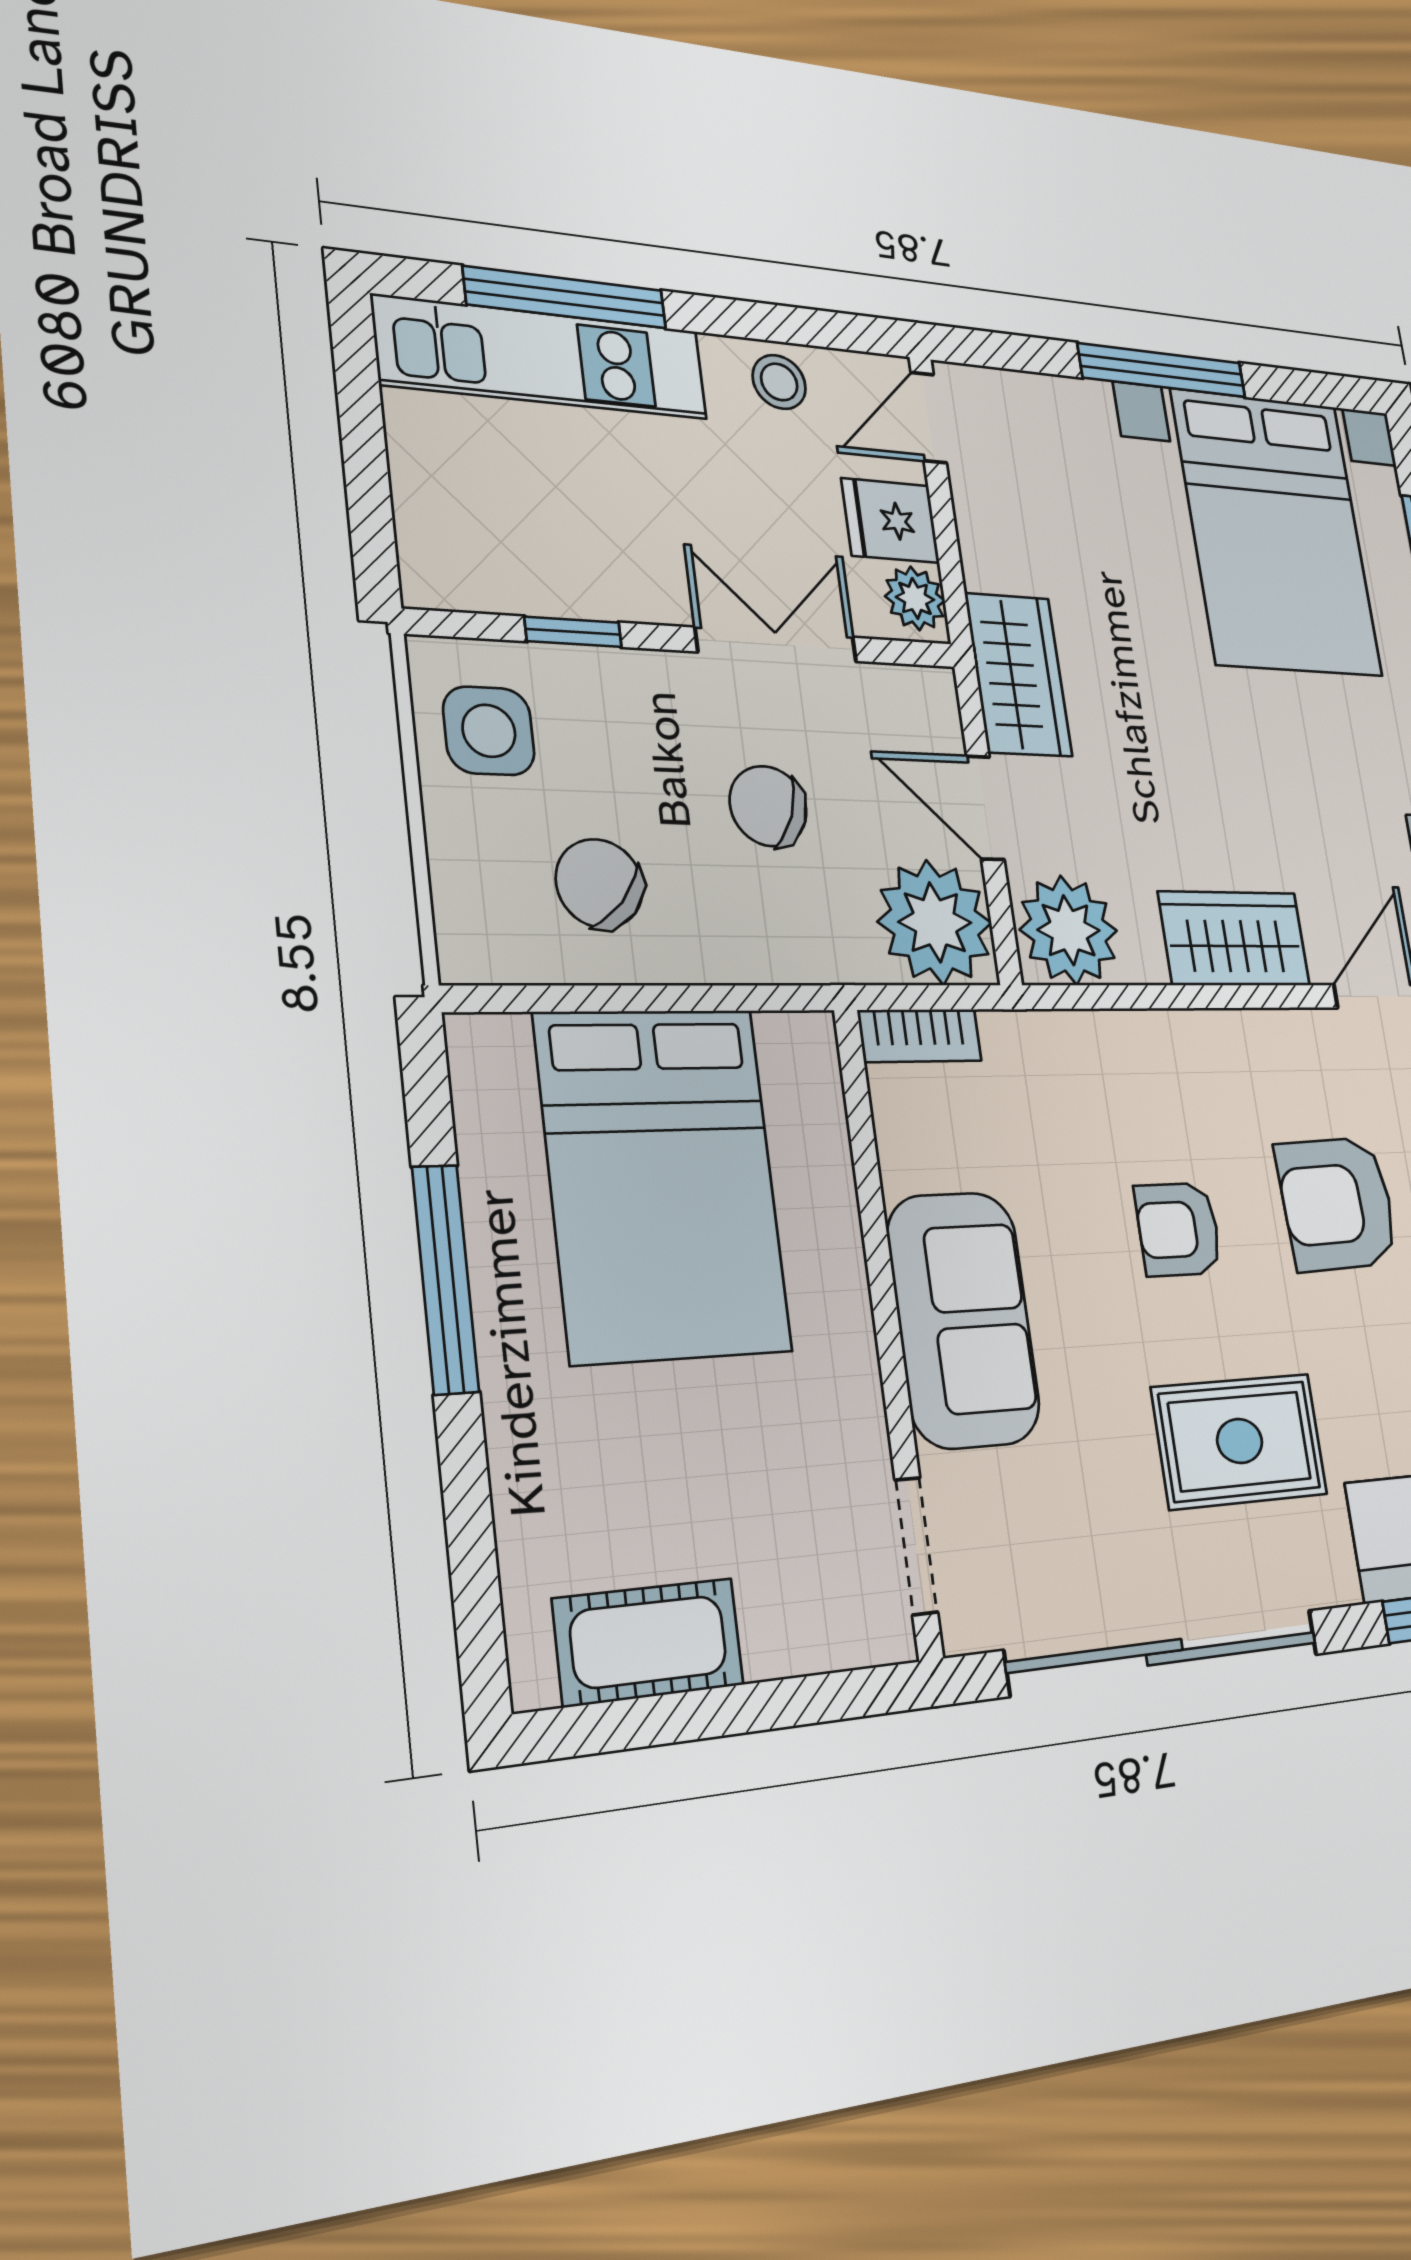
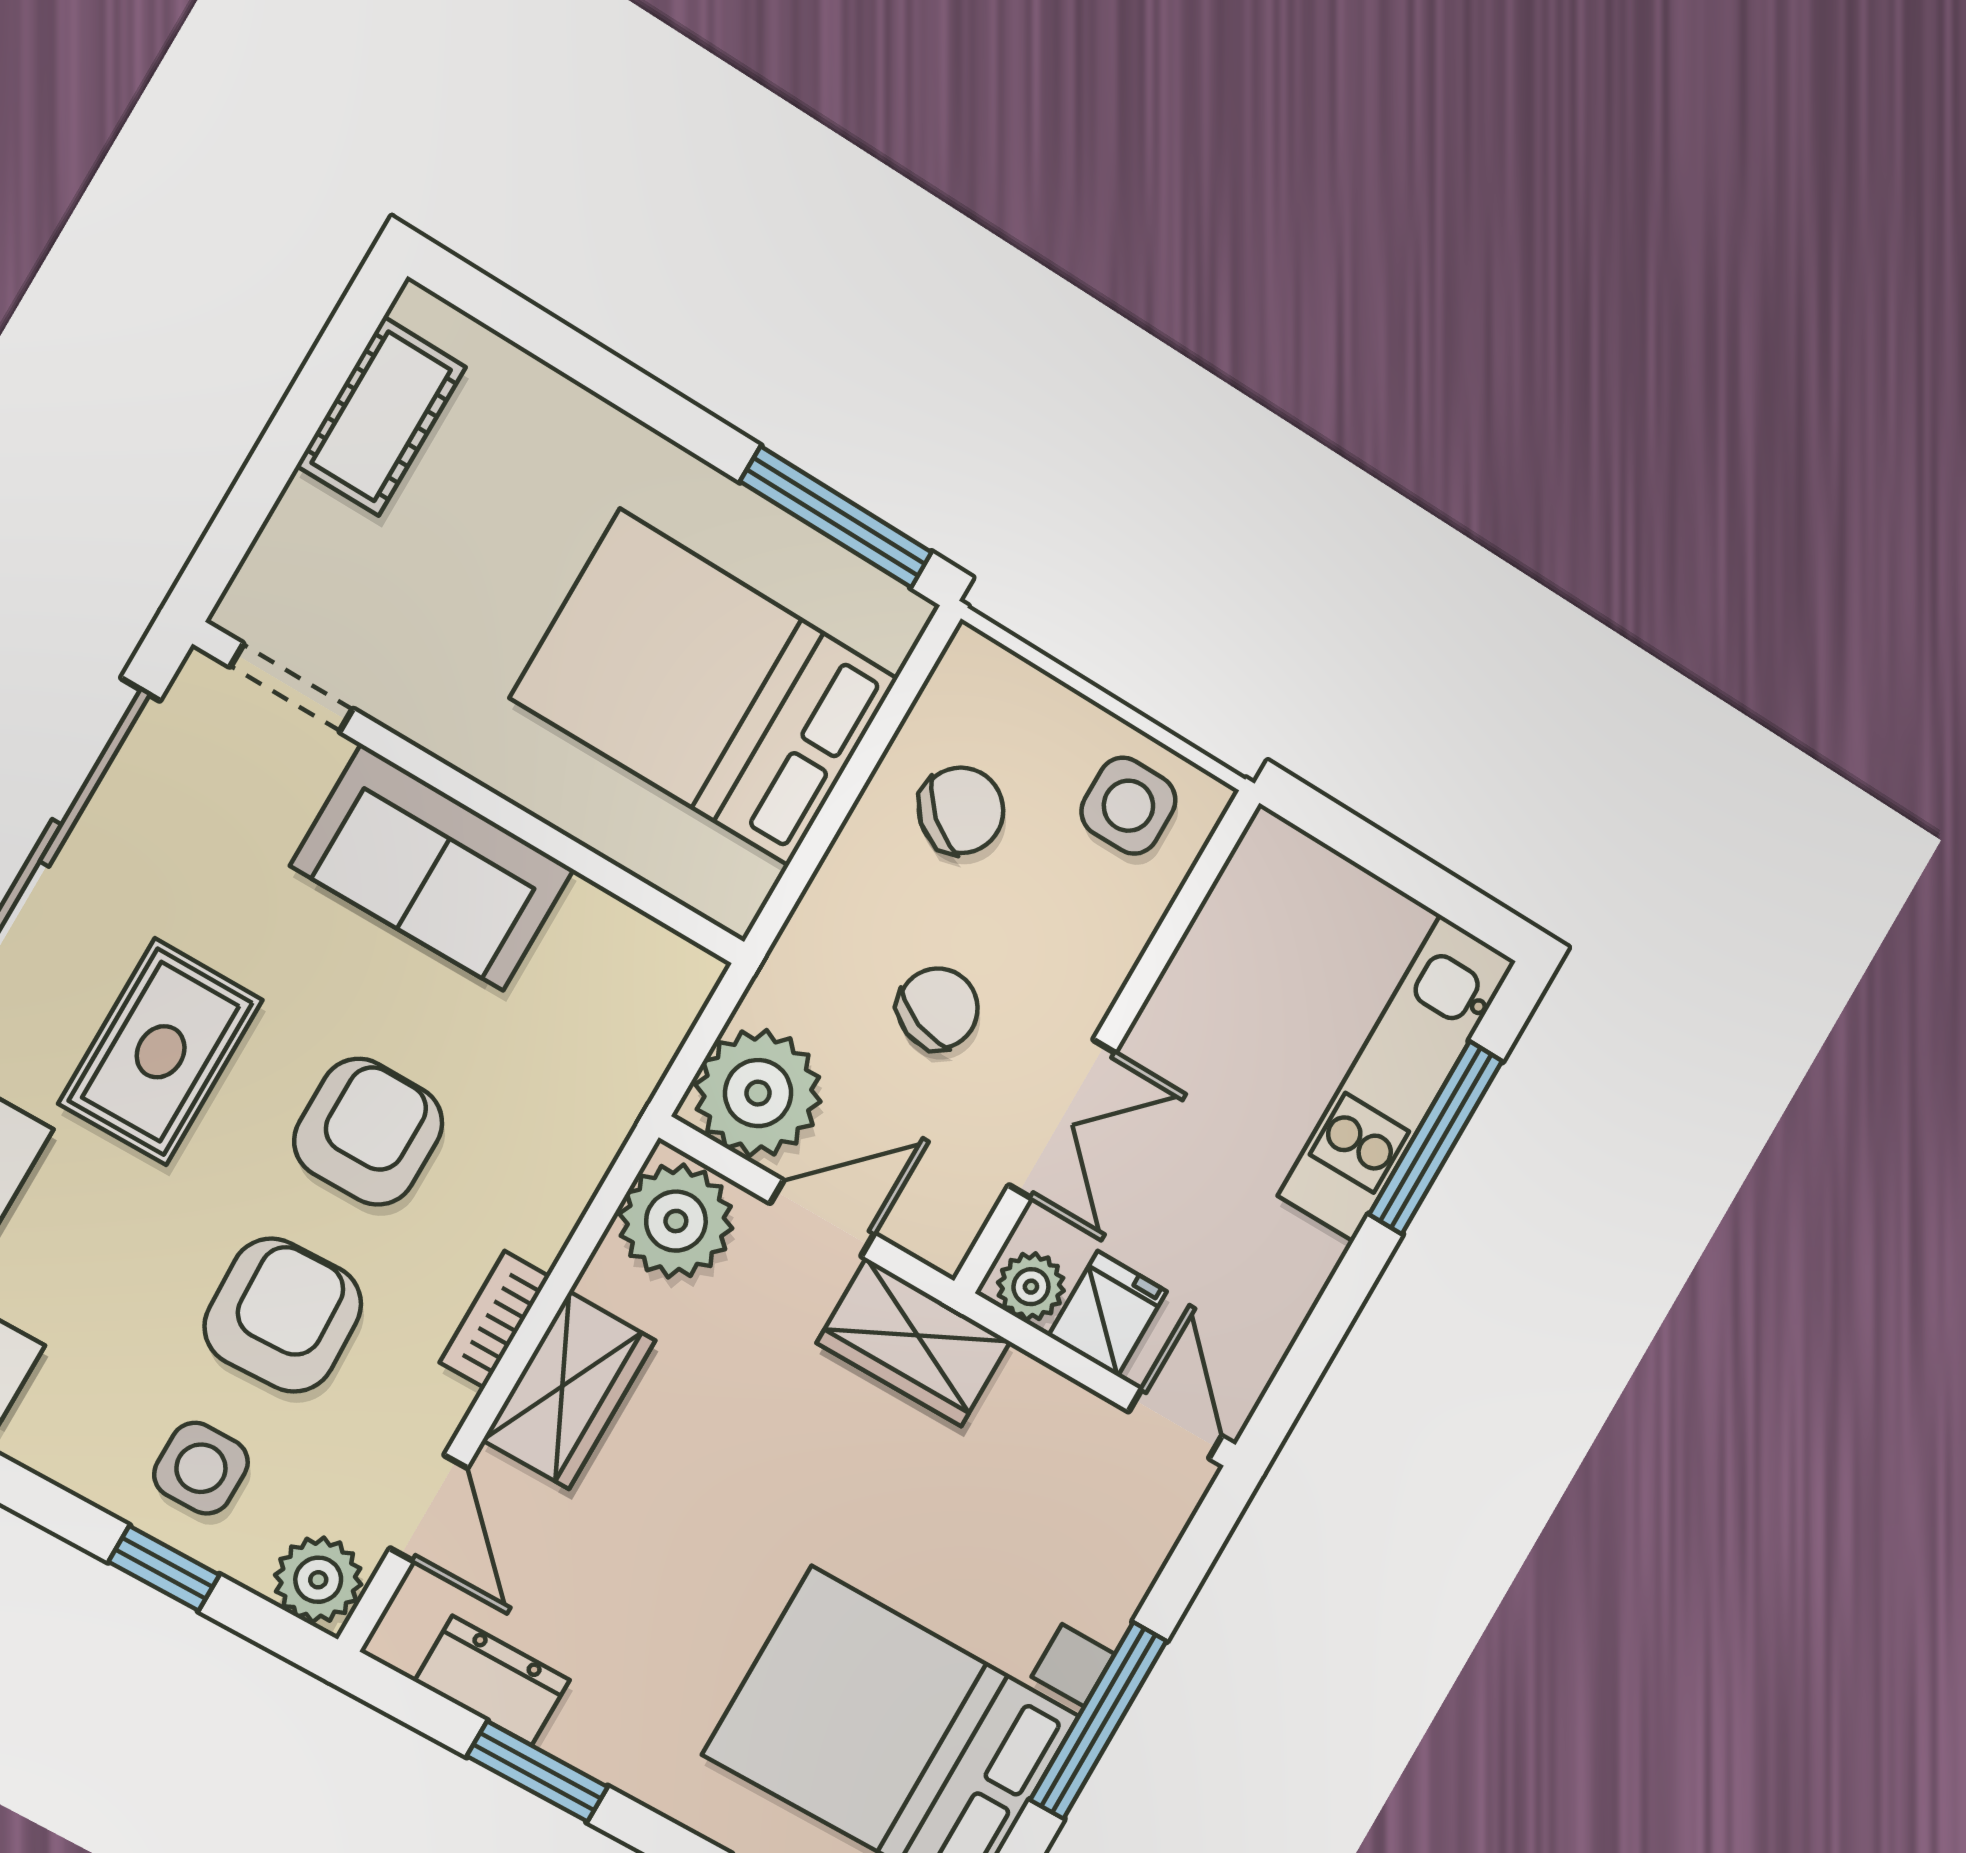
stool: (779, 382) -> (1275, 1292), removed
window: (573, 632) -> (1167, 938), removed
bookcase: (920, 1036) -> (495, 1319), moved
armchair: (1178, 1229) -> (368, 1132), width x1.38, depth x1.38
window: (445, 1279) -> (836, 517), moved

